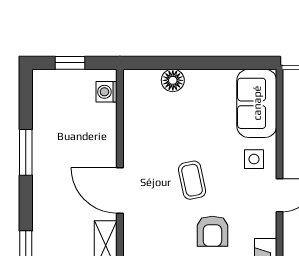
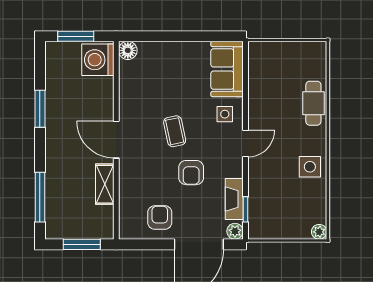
window: (70, 63) -> (76, 36), width x1.50
floor lamp: (173, 80) -> (128, 50), moved
washing machine: (107, 92) -> (98, 60), width x1.89, depth x1.89

